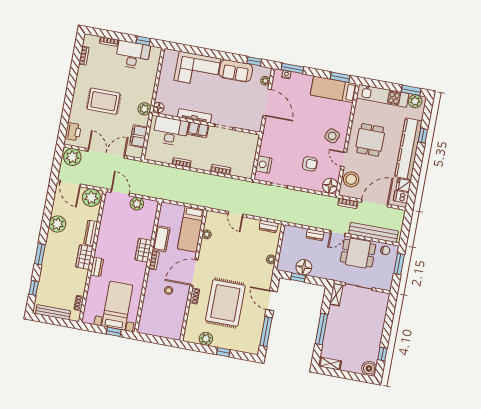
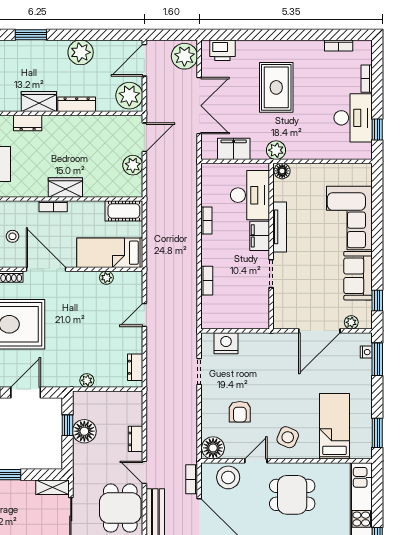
bed: (333, 89) -> (335, 426), moved
cot: (161, 239) -> (124, 211), moved

